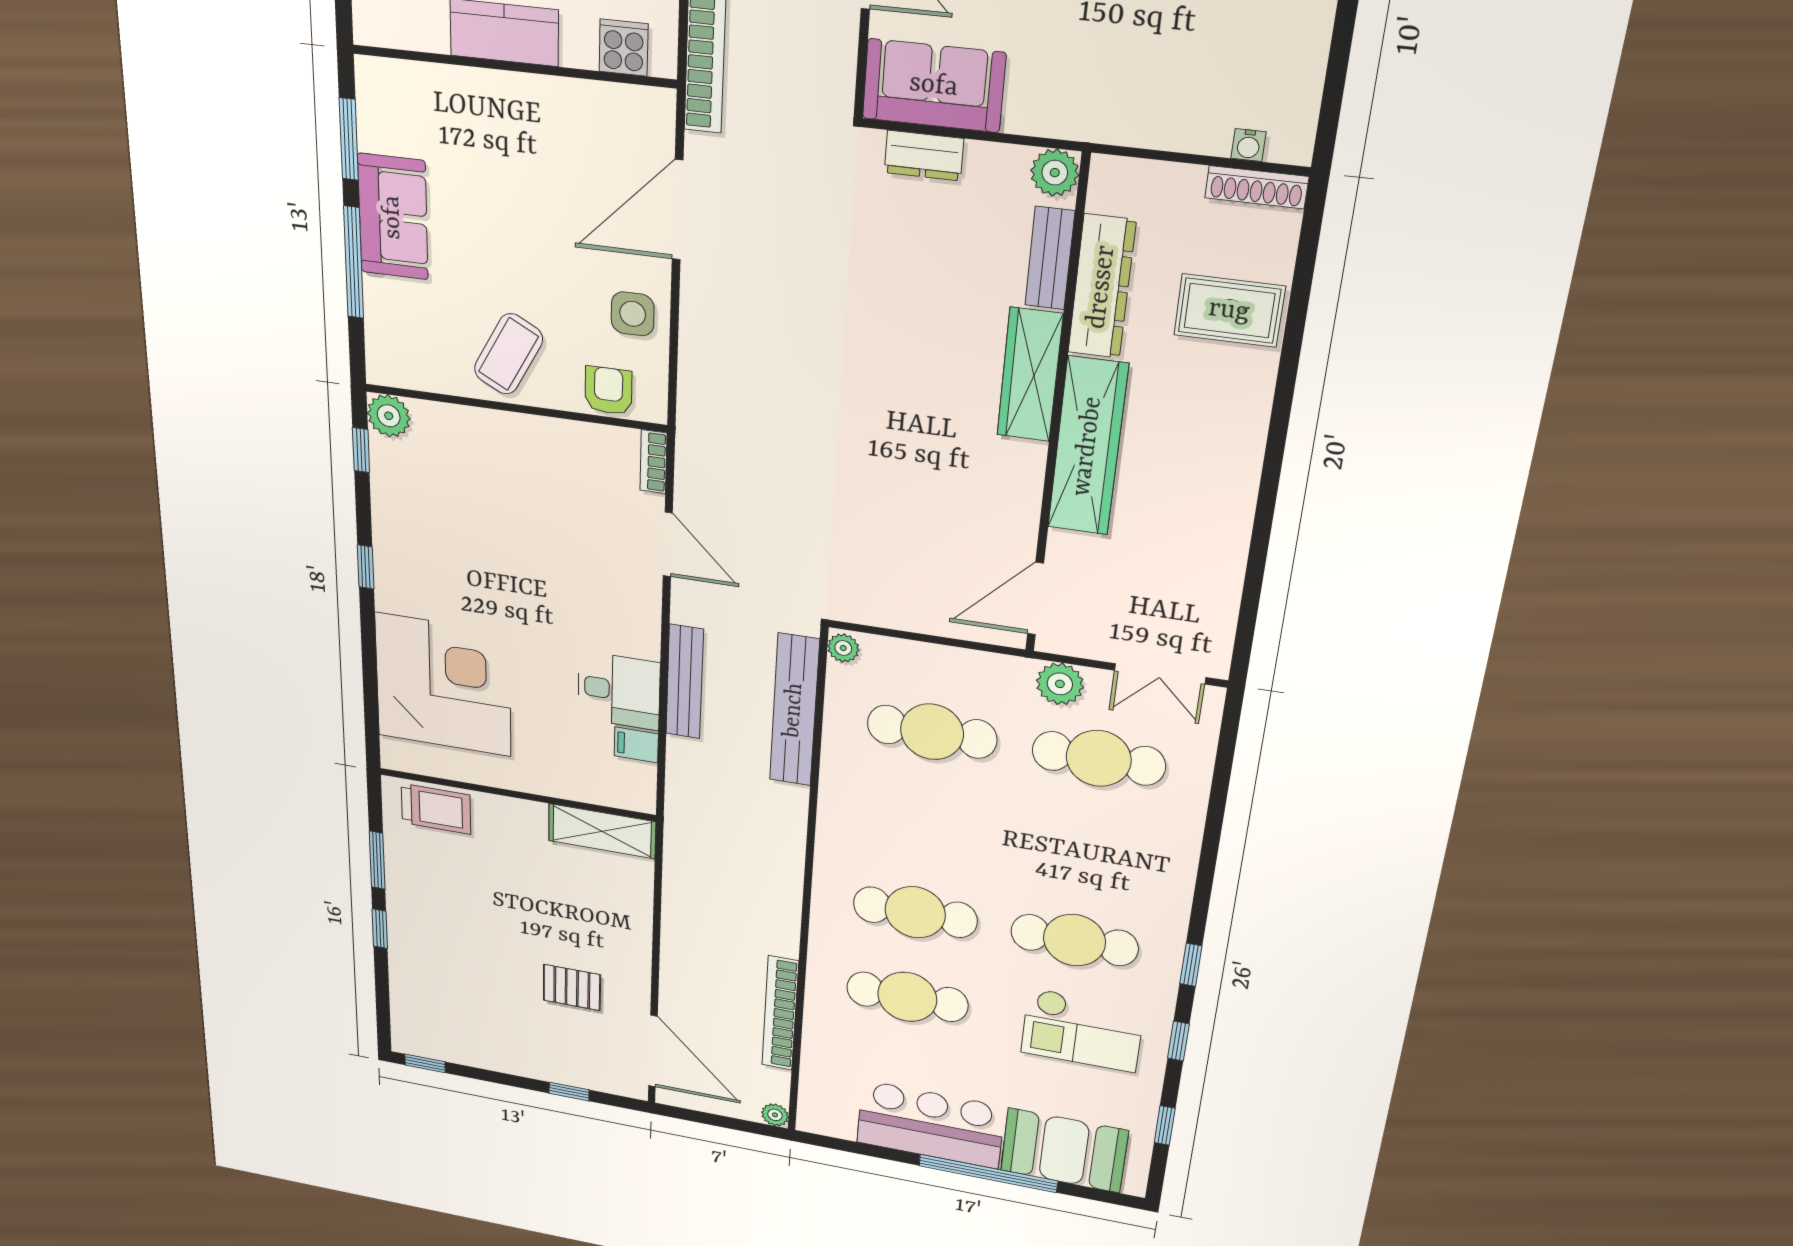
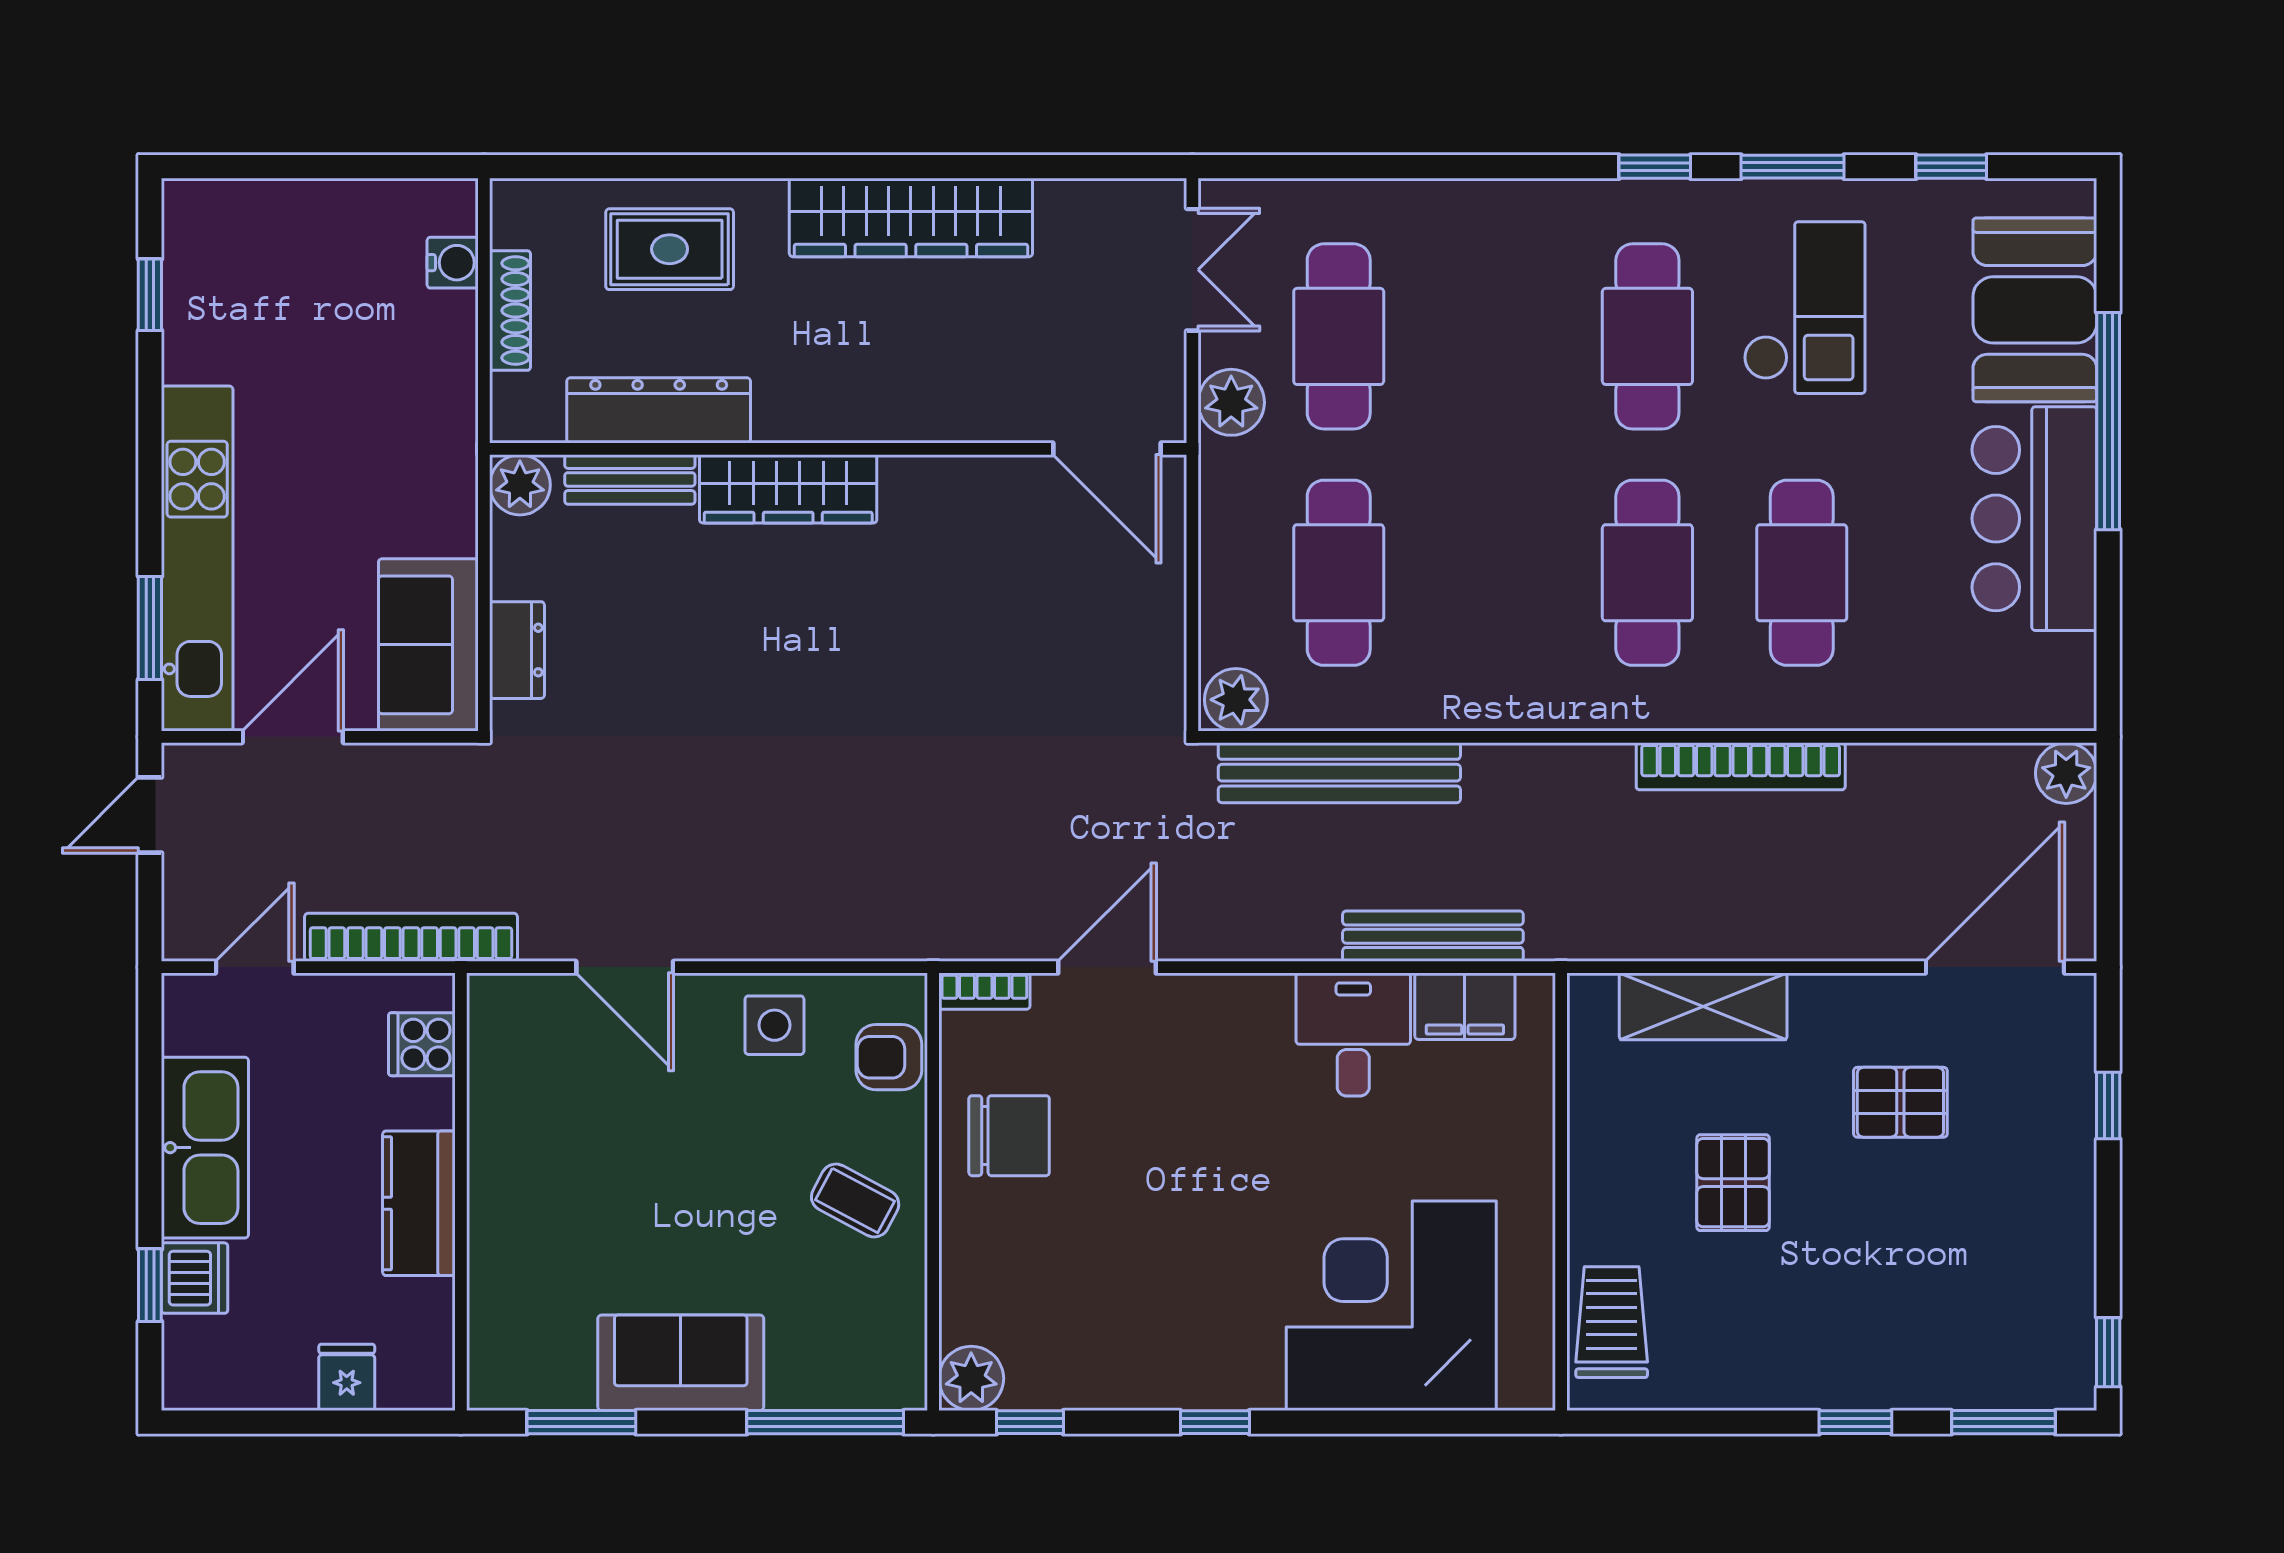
water cooler: (1249, 145) -> (453, 263), width x1.38, depth x1.38
shoe rack: (1257, 187) -> (510, 311), moved
door: (678, 210) -> (625, 967), width x0.73
window: (354, 262) -> (825, 1422), moved
rug: (1229, 311) -> (670, 249), turned 90
coffee table: (508, 354) -> (855, 1200), width x0.73, depth x0.77
wardrobe: (1088, 446) -> (911, 217), moved, turned 180
chair: (553, 464) -> (1009, 1136), added
plant: (843, 648) -> (1236, 700), width x1.38, depth x1.38
bench: (685, 682) -> (1433, 936), moved
filing cabinet: (636, 745) -> (1465, 1006), width x2.00
shelving: (602, 831) -> (1703, 1006), moved, turned 90
window: (377, 860) -> (2003, 1422), moved
pallet: (523, 890) -> (1733, 1183), added
pallet: (572, 987) -> (1900, 1102), turned 90
bookcase: (780, 1013) -> (1741, 766), moved
window: (1178, 1041) -> (1793, 167), width x1.50
plant: (775, 1115) -> (2066, 773), width x1.38, depth x1.38

